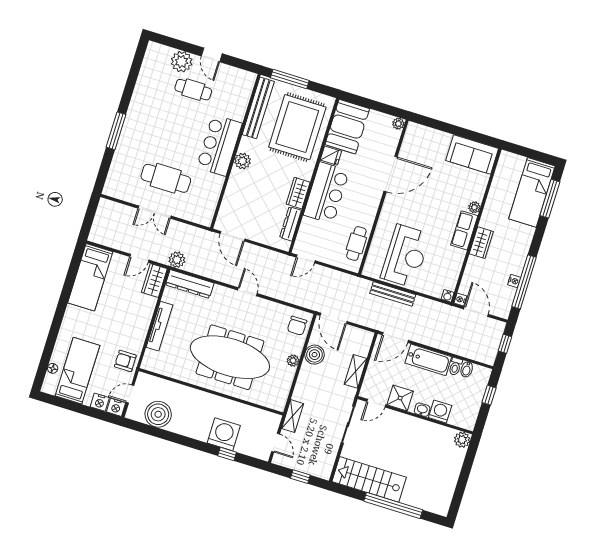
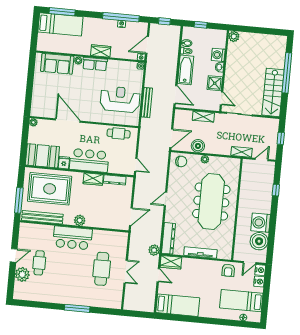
sofa: (472, 154) -> (57, 64), moved, turned 90
door: (130, 394) -> (250, 263), hinge flipped
washing machine: (224, 434) -> (261, 223), moved

